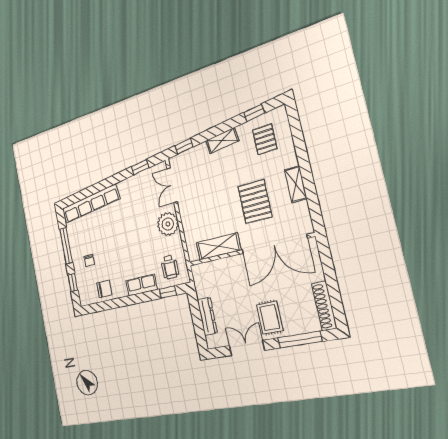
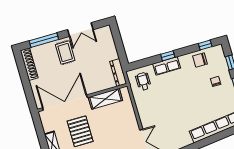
plant: (168, 224) -> (147, 113), removed
window: (168, 292) -> (168, 56), moved
window: (98, 307) -> (205, 45), added
dresser: (207, 316) -> (118, 72), moved

